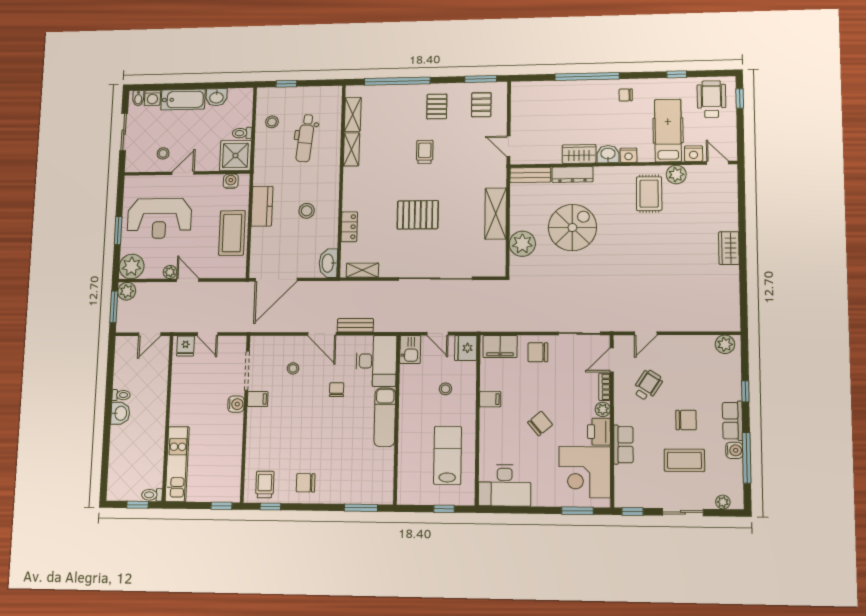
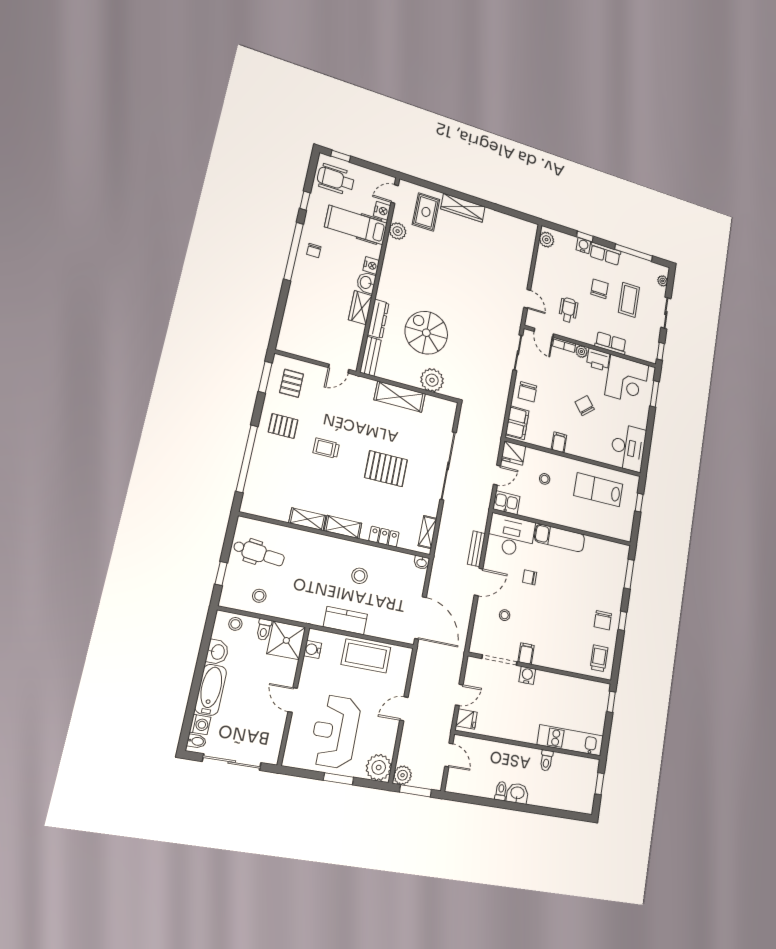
window: (587, 77) -> (293, 251), moved
pallet: (481, 105) -> (292, 383), turned 90
shelving: (353, 114) -> (343, 527), moved
sliding door: (124, 132) -> (232, 762), width x1.37
dental chair: (306, 138) -> (259, 553), moved
stool: (163, 153) -> (235, 624), moved
rug: (649, 194) -> (426, 212), moved, turned 90
pallet: (418, 215) -> (386, 469), turned 90
reception desk: (159, 218) -> (335, 732), turned 180
wardrobe: (729, 248) -> (463, 208), width x1.50
washbasin: (328, 263) -> (422, 562), width x0.52, depth x0.69
plant: (170, 272) -> (392, 727), removed
wheelchair: (648, 385) -> (568, 310), turned 57
water cooler: (734, 450) -> (583, 246), moved
trolley: (265, 484) -> (599, 658), turned 90
toilet: (152, 495) -> (546, 760), moved
window: (270, 506) -> (622, 621), moved

